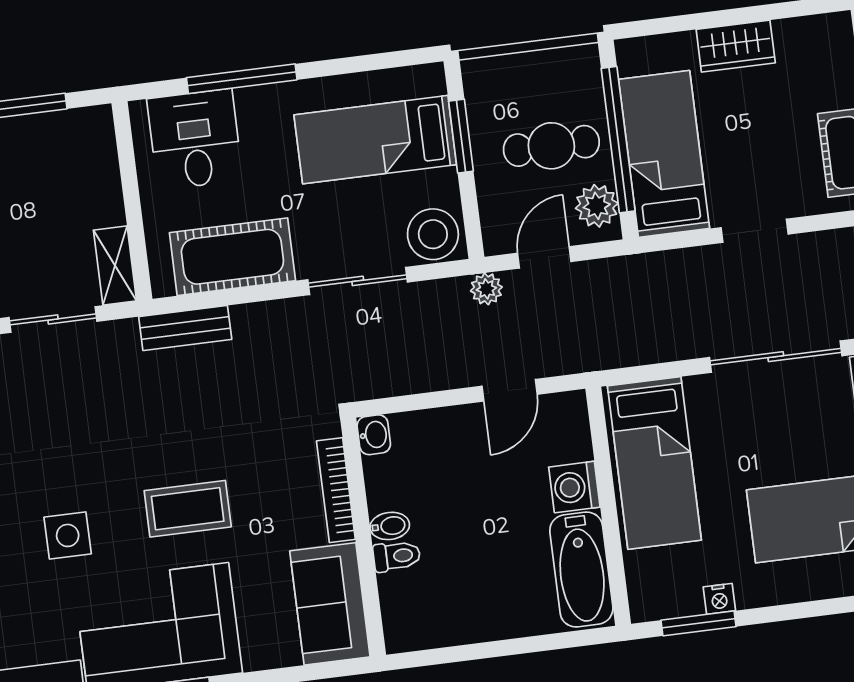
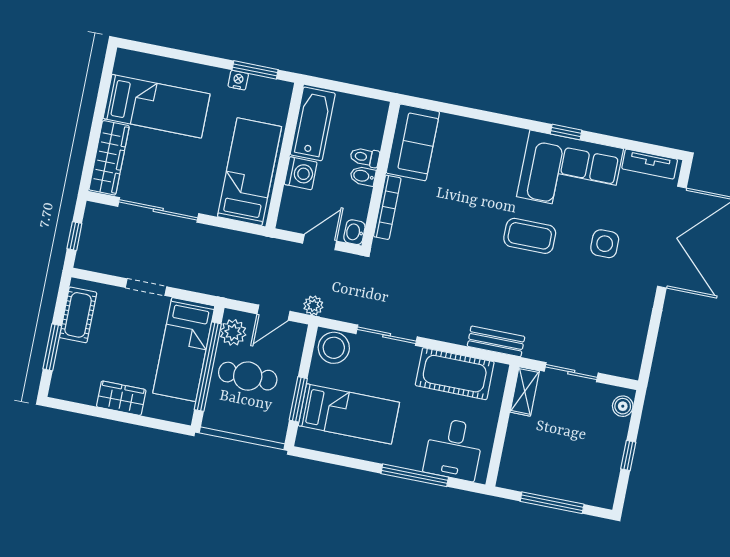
washbasin: (374, 435) -> (354, 232), moved
bookcase: (336, 490) -> (387, 207), moved
bidet: (390, 526) -> (363, 176), moved
wall: (363, 537) -> (381, 175), moved
toilet: (397, 556) -> (365, 157), moved
sofa: (330, 604) -> (413, 142), moved

